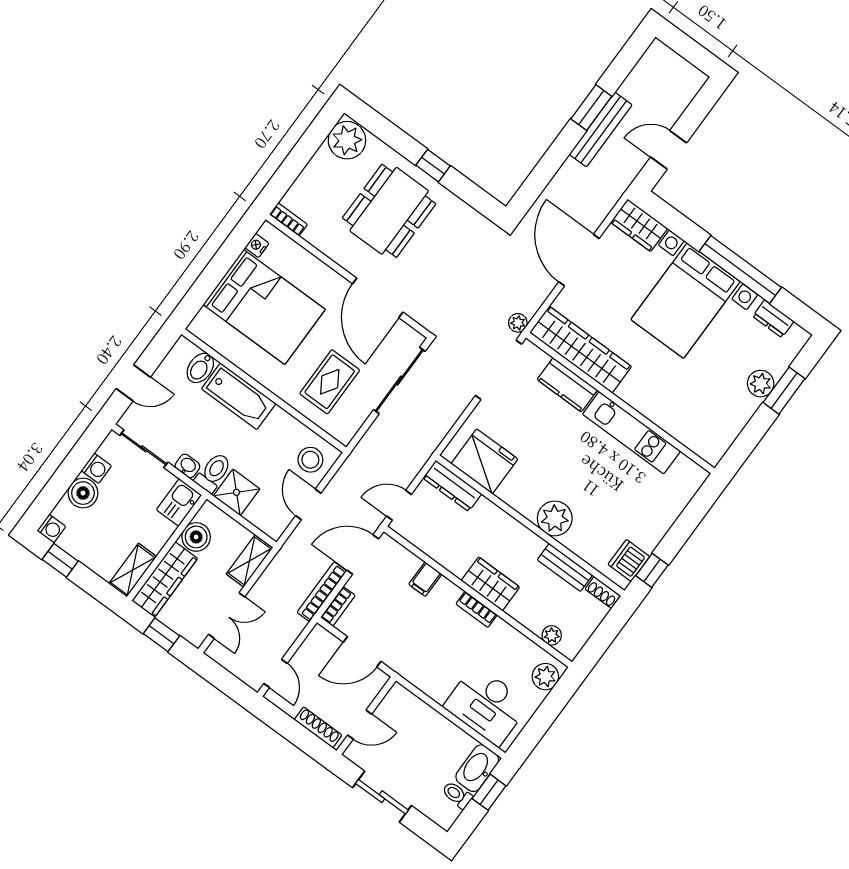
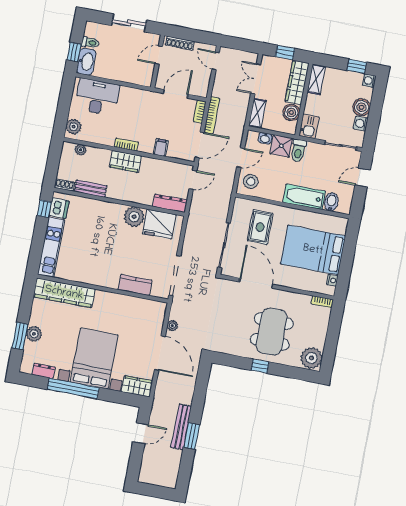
plant: (518, 323) -> (172, 326), moved
wardrobe: (581, 350) -> (64, 293), moved
kitchen unit: (632, 433) -> (51, 247), moved, turned 90
washbasin: (187, 466) -> (265, 138), moved
door: (308, 504) -> (241, 158), hinge flipped
plant: (555, 518) -> (134, 217), moved

